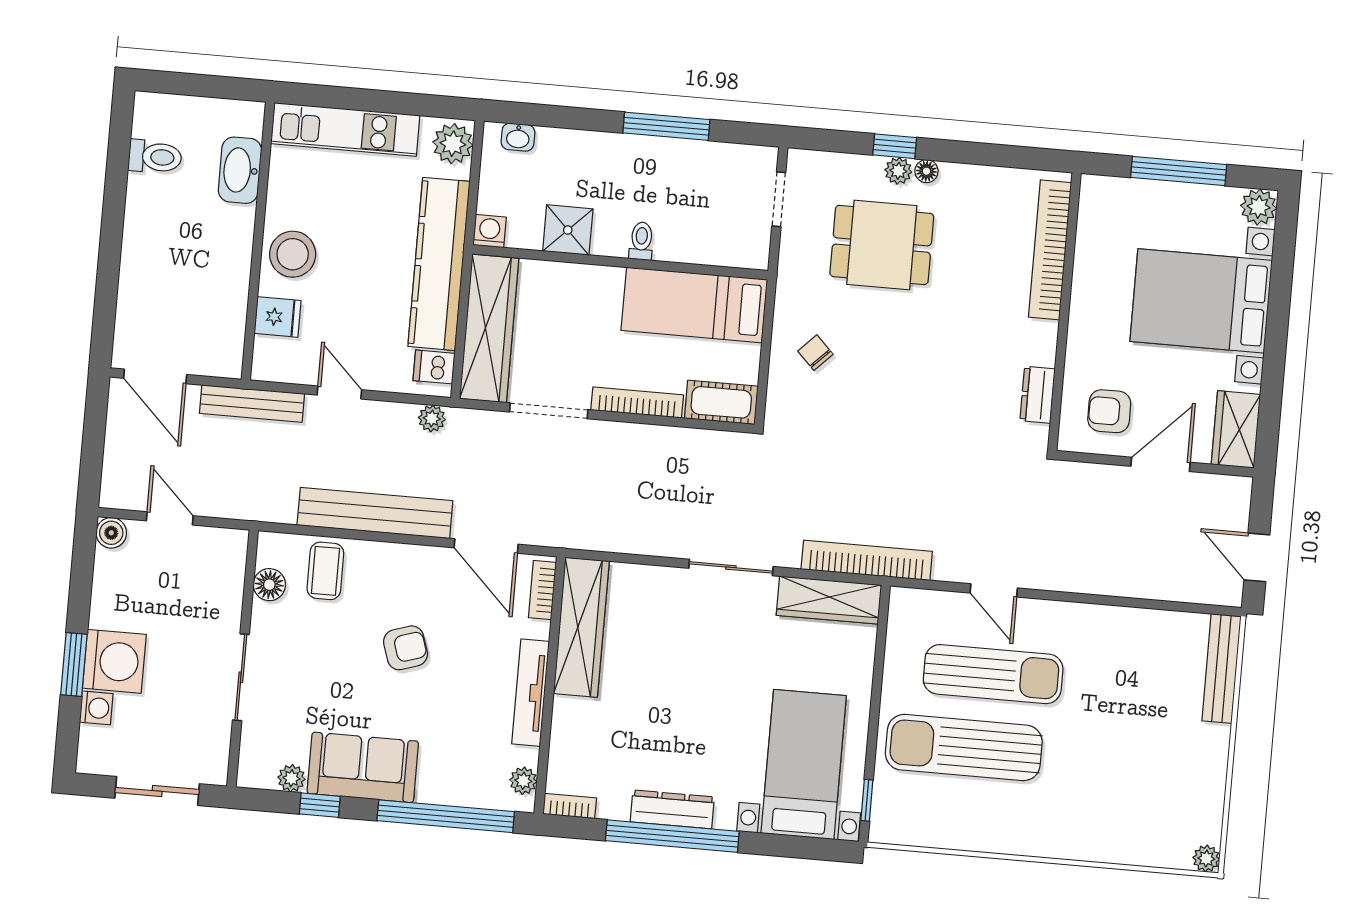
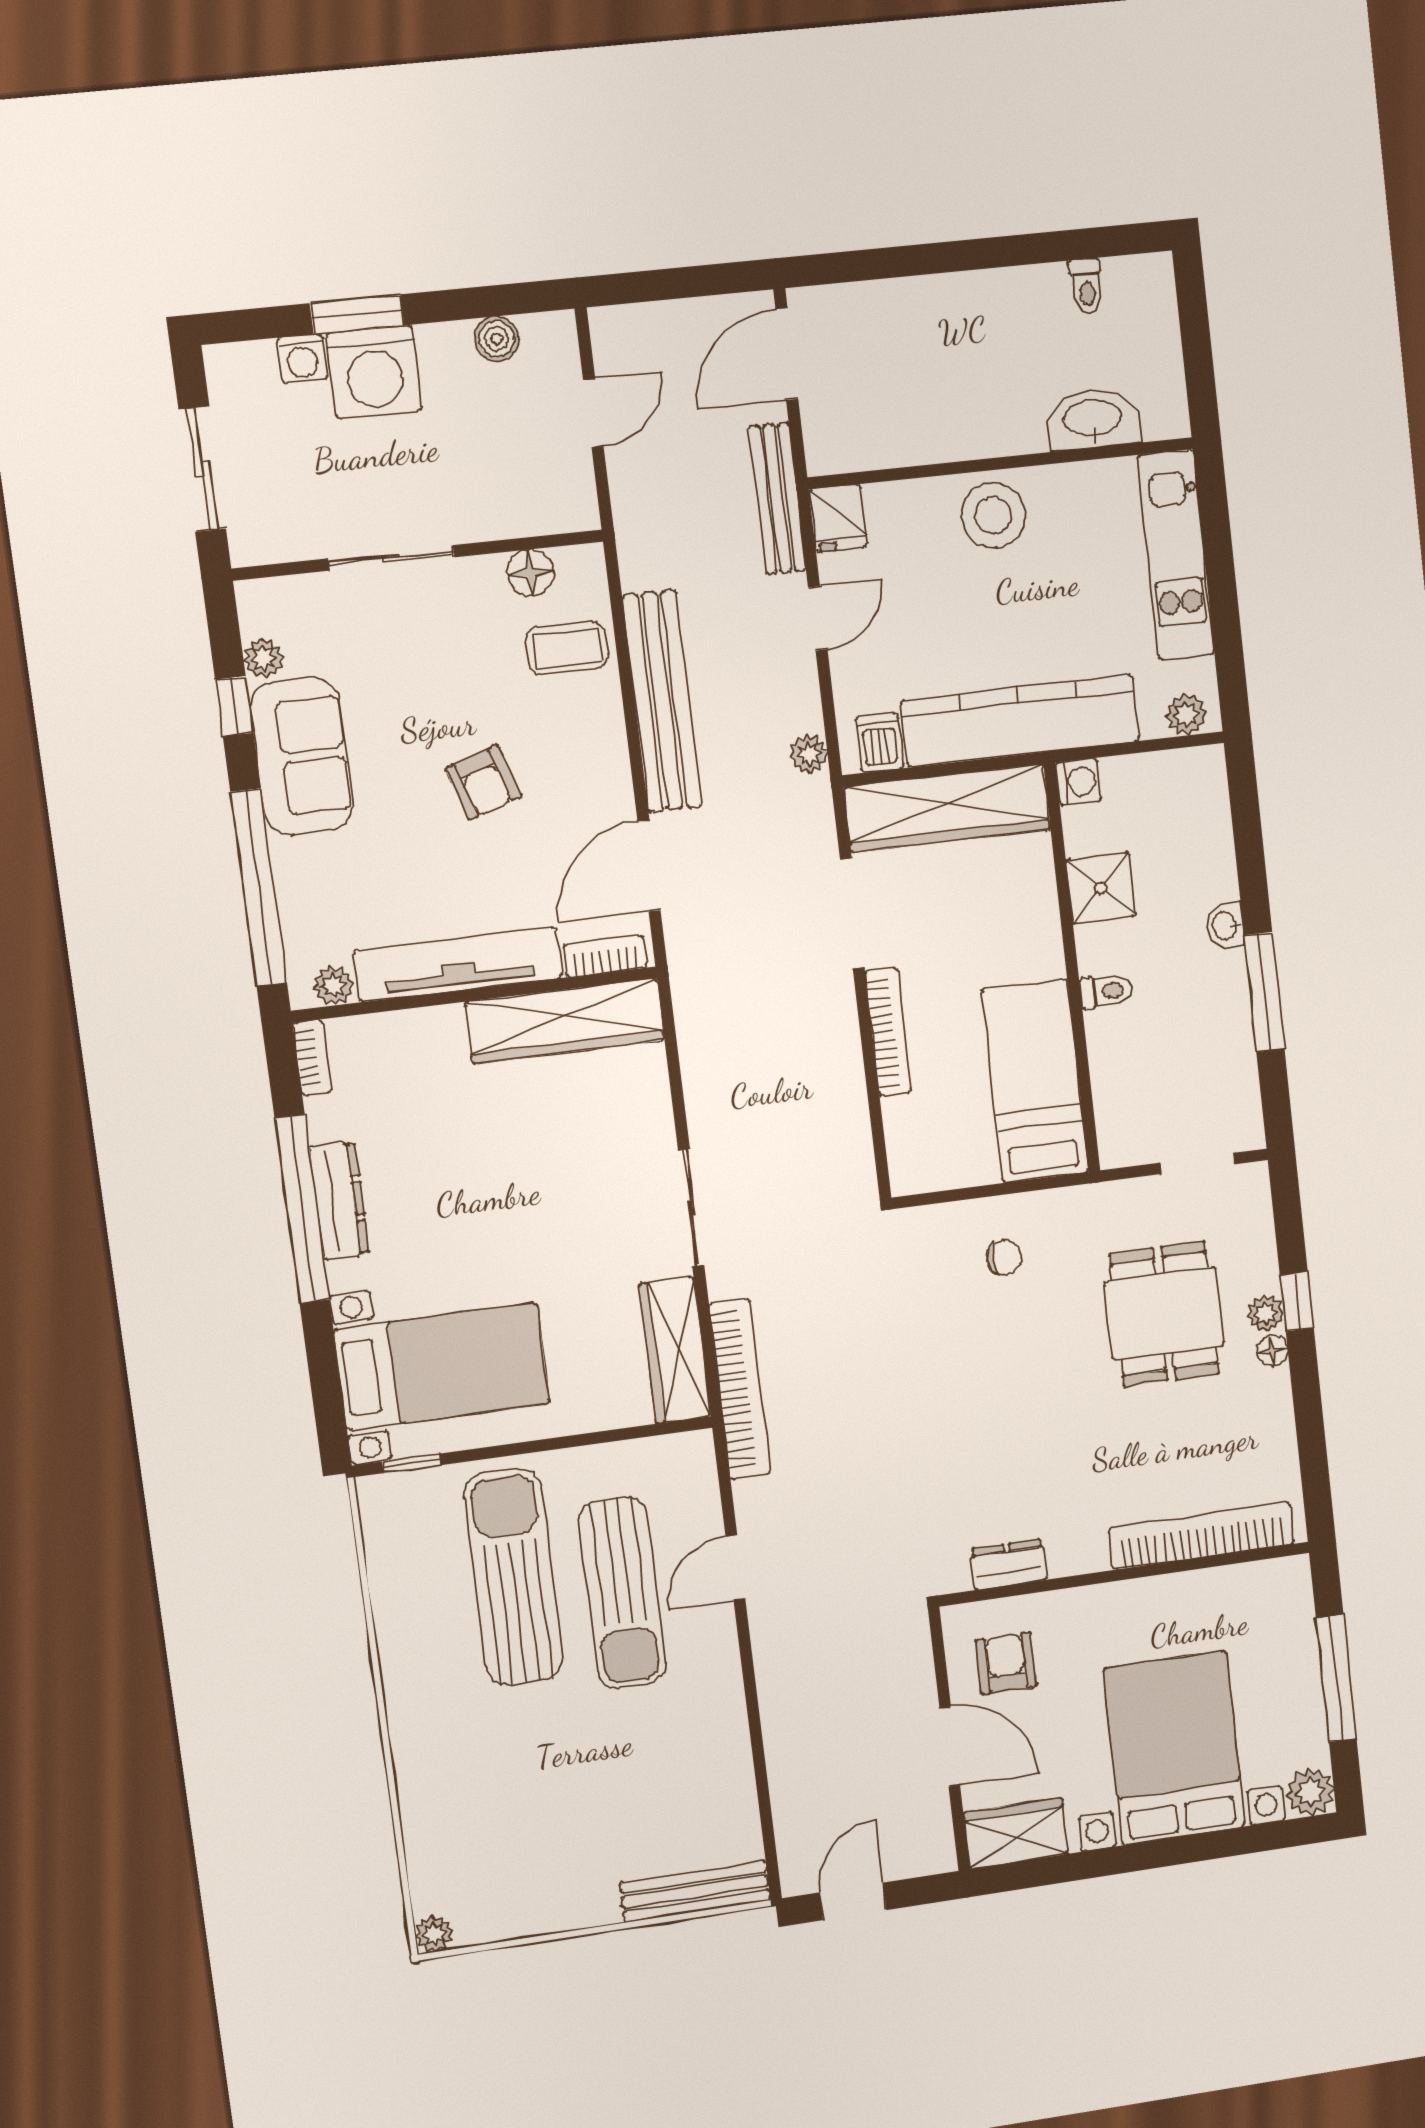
washbasin: (518, 137) -> (1225, 926), moved
plant: (453, 144) -> (1186, 715), width x0.73, depth x0.73
toilet: (155, 157) -> (1086, 286), width x0.73, depth x0.72
fridge: (278, 317) -> (838, 518), moved
chair: (815, 353) -> (1004, 1258), turned 45
cot: (721, 402) -> (912, 1146), removed
boiler: (111, 533) -> (497, 339), moved
tv unit: (531, 693) -> (458, 964), width x1.36, depth x1.29

